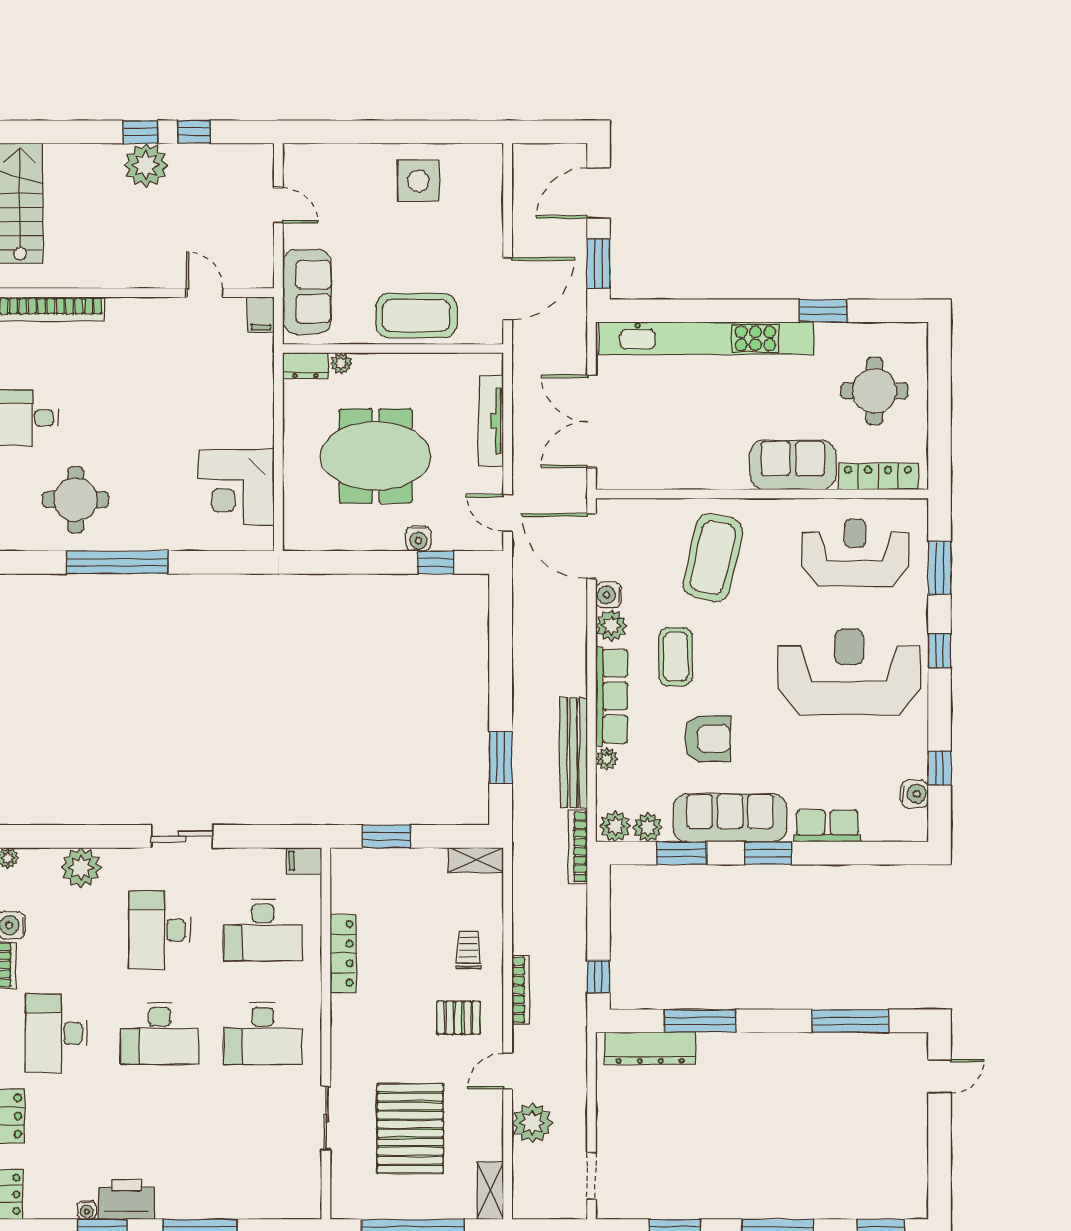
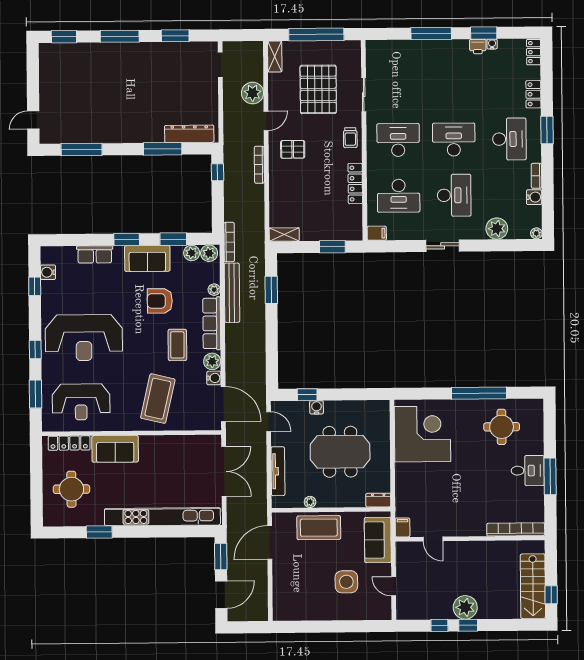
side table: (418, 181) -> (346, 582), moved
plant: (341, 363) -> (310, 502), moved
corner desk: (236, 487) -> (422, 434), width x1.36, depth x1.36
sofa: (730, 818) -> (147, 258), width x0.73
desk: (263, 930) -> (399, 196), turned 180
trolley: (468, 950) -> (350, 138), moved
printer: (127, 1199) -> (478, 46), width x0.53, depth x0.68

